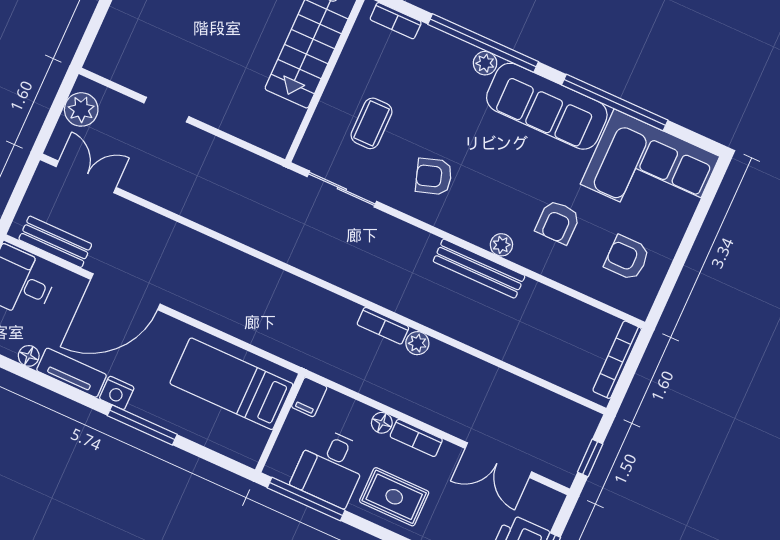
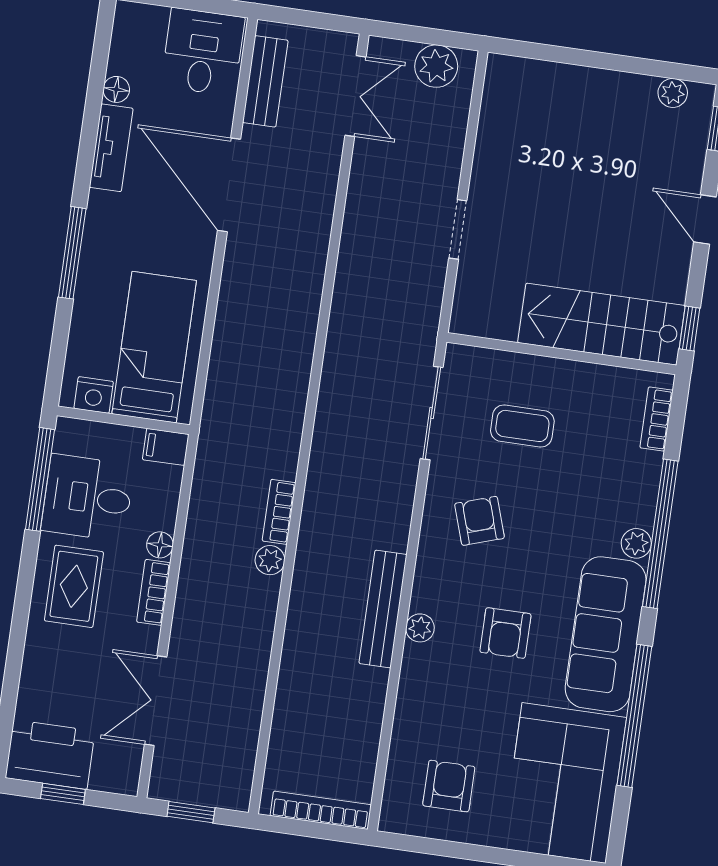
doorway: (166, 110) -> (458, 229), moved
armchair: (558, 222) -> (505, 633), moved, turned -90
nightstand: (117, 393) -> (94, 395), moved, turned -90

